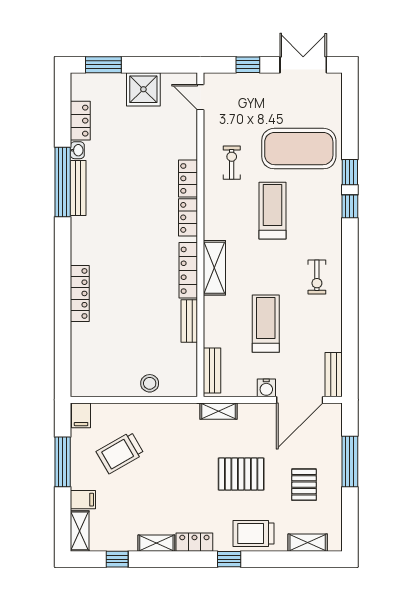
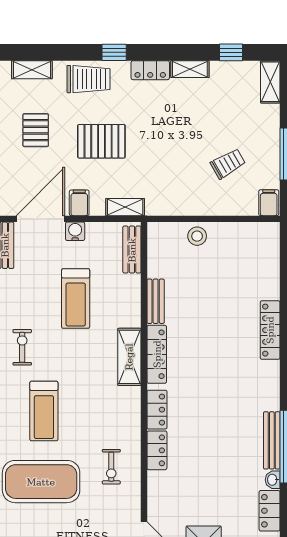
treadmill: (273, 211) -> (44, 411), moved
trolley: (120, 453) -> (228, 164), width x0.73, depth x0.72
filing cabinet: (83, 500) -> (79, 203), moved, turned 90

